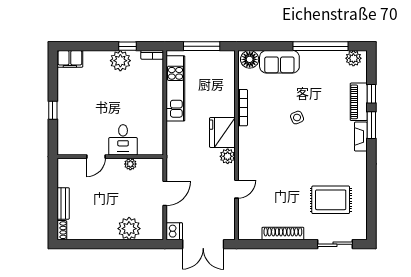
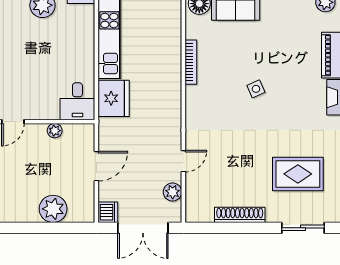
side table: (297, 118) -> (256, 89), moved
fridge: (222, 132) -> (114, 98), moved, turned 180
desk: (123, 140) -> (77, 101), moved
plant: (228, 156) -> (173, 192), moved

